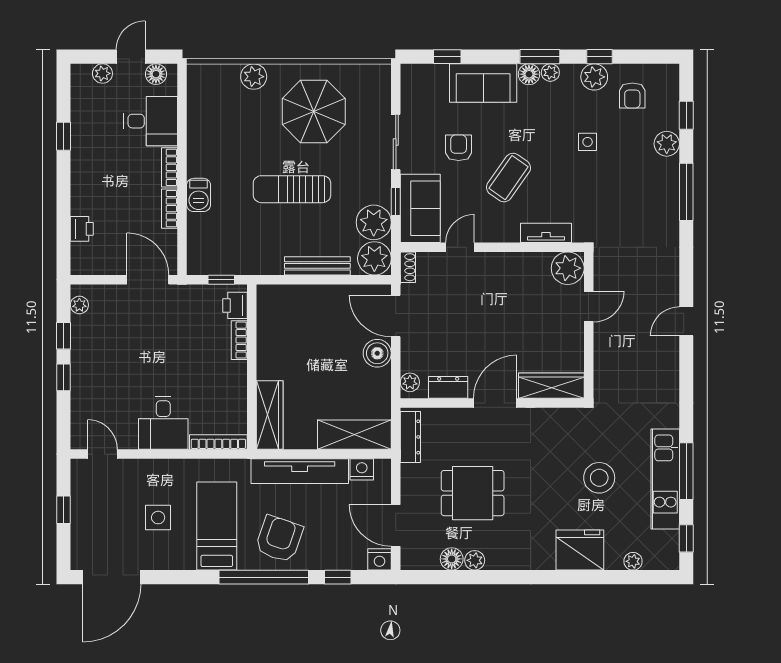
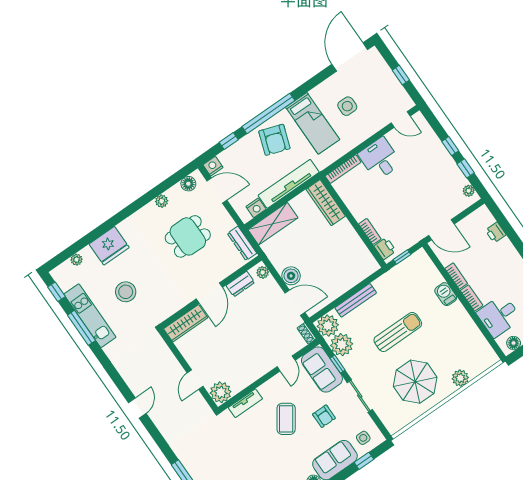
side table: (588, 142) -> (363, 438), moved
floor lamp: (452, 559) -> (188, 184), moved

